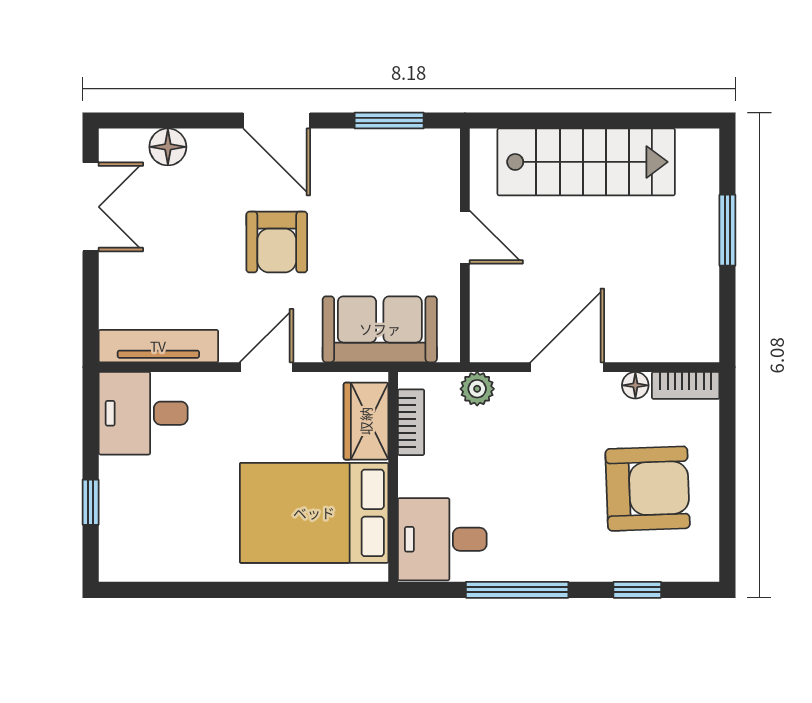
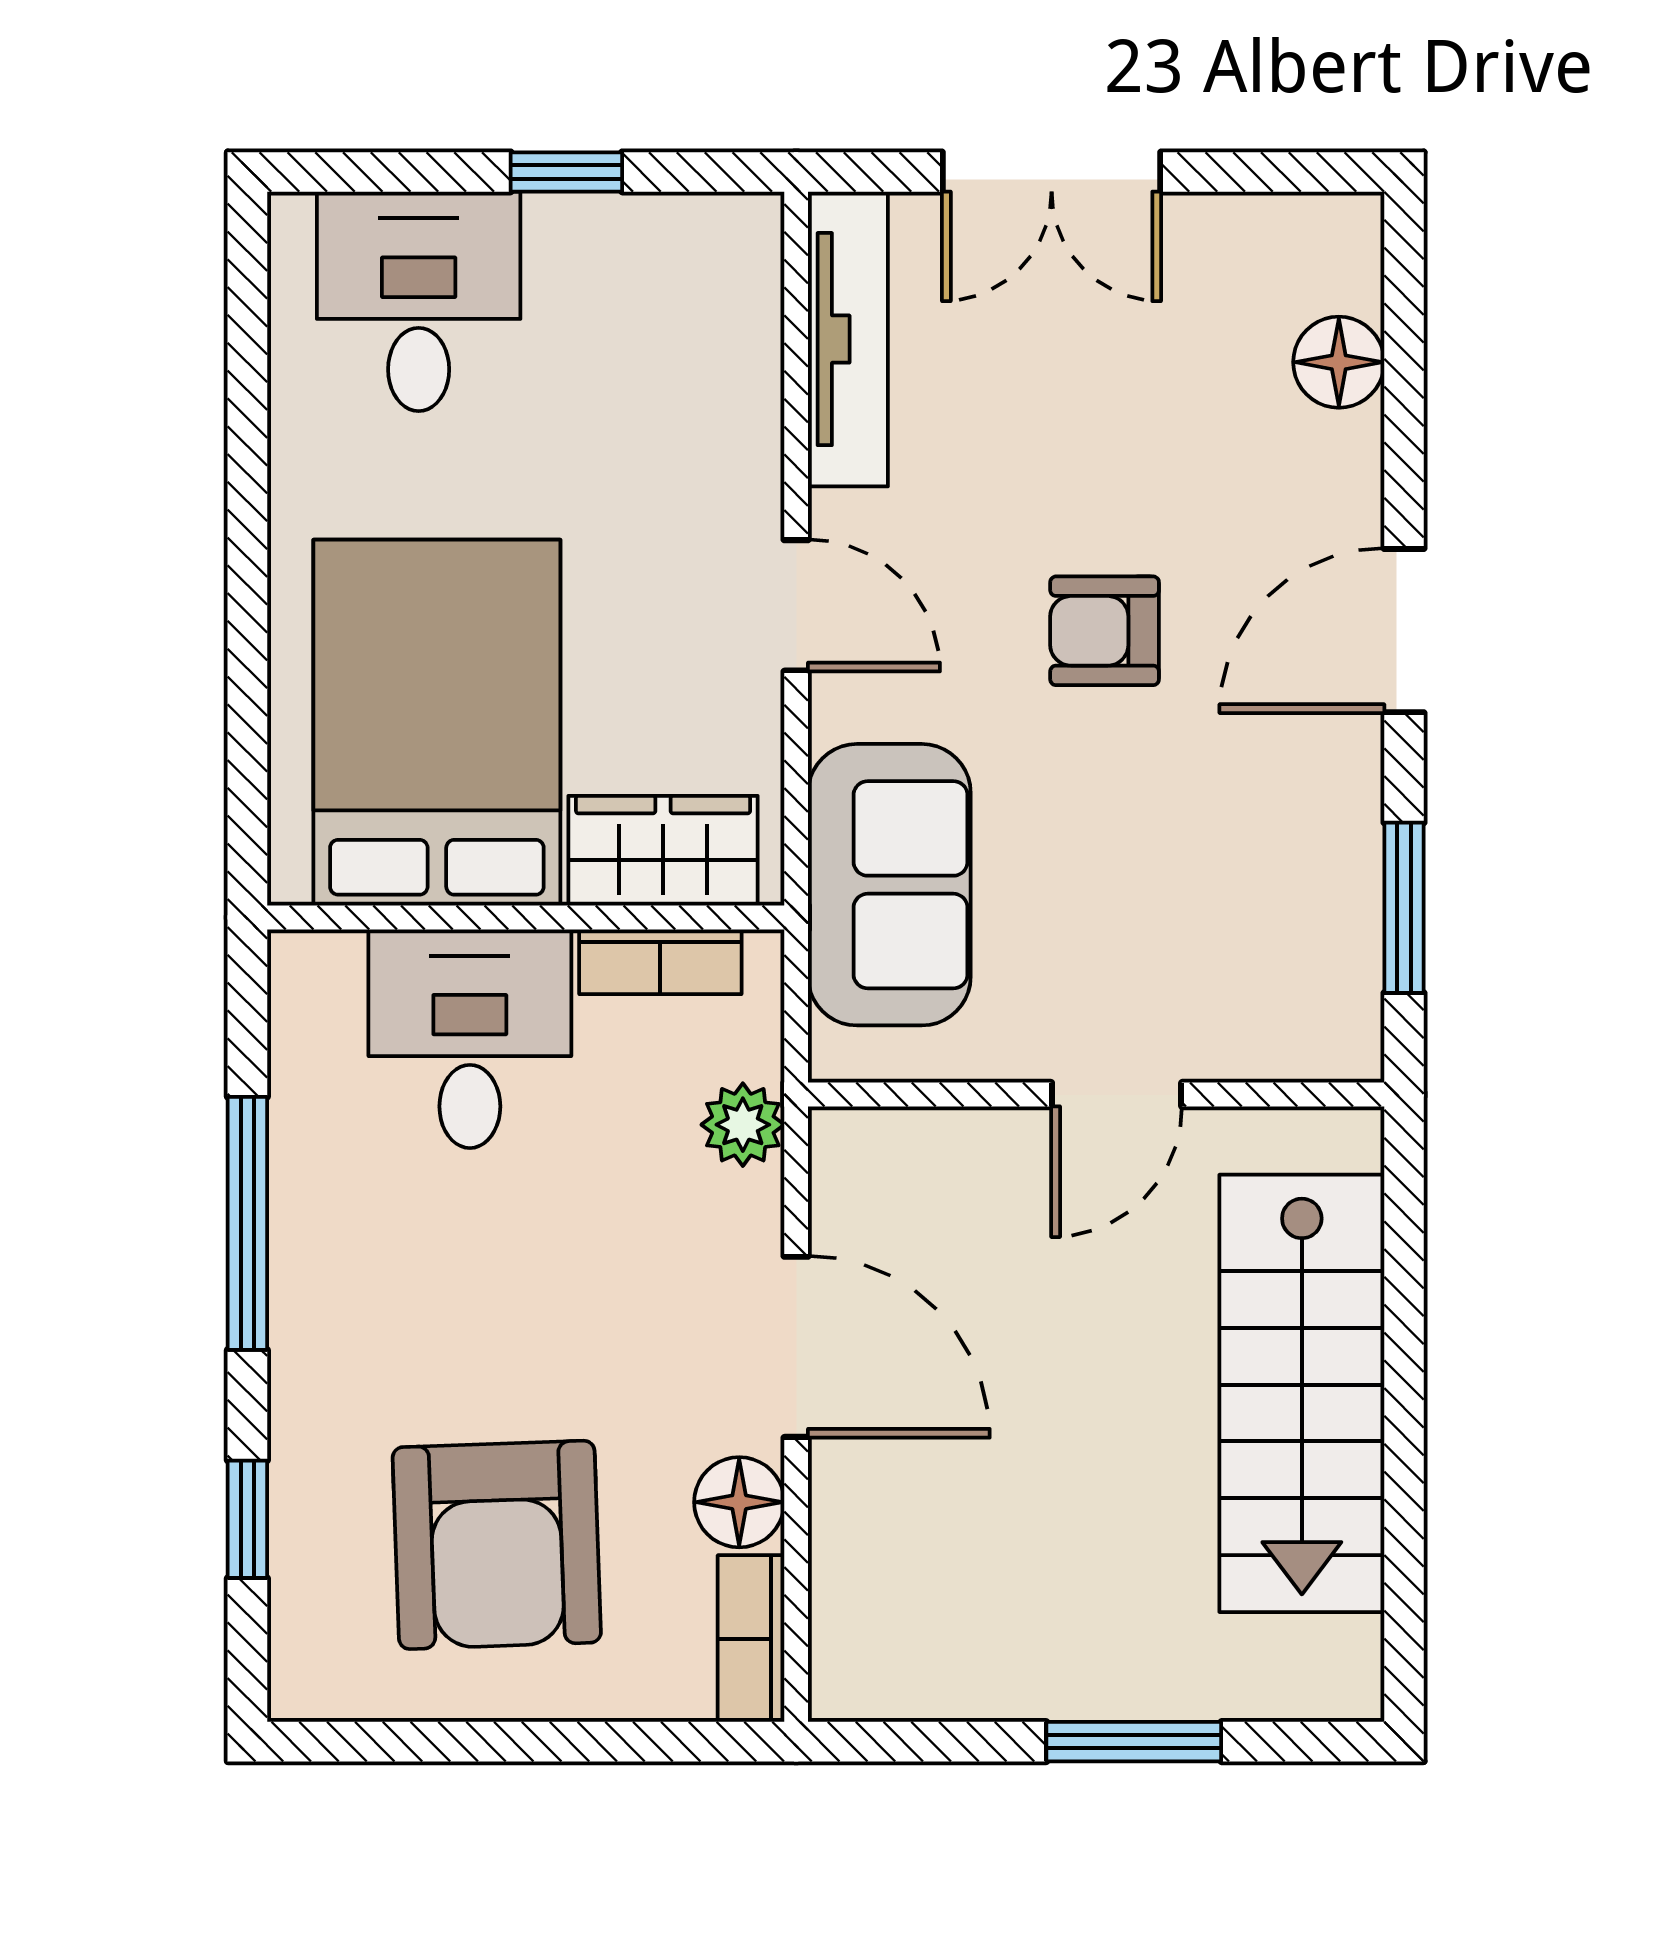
double door: (91, 207) -> (1052, 172), moved
armchair: (277, 242) -> (1105, 631), width x0.72, depth x0.72
floor lamp: (635, 385) -> (739, 1502), width x1.37, depth x1.37
desk: (143, 413) -> (419, 301), moved
window: (91, 502) -> (566, 172), moved
desk: (442, 539) -> (470, 1039), moved

